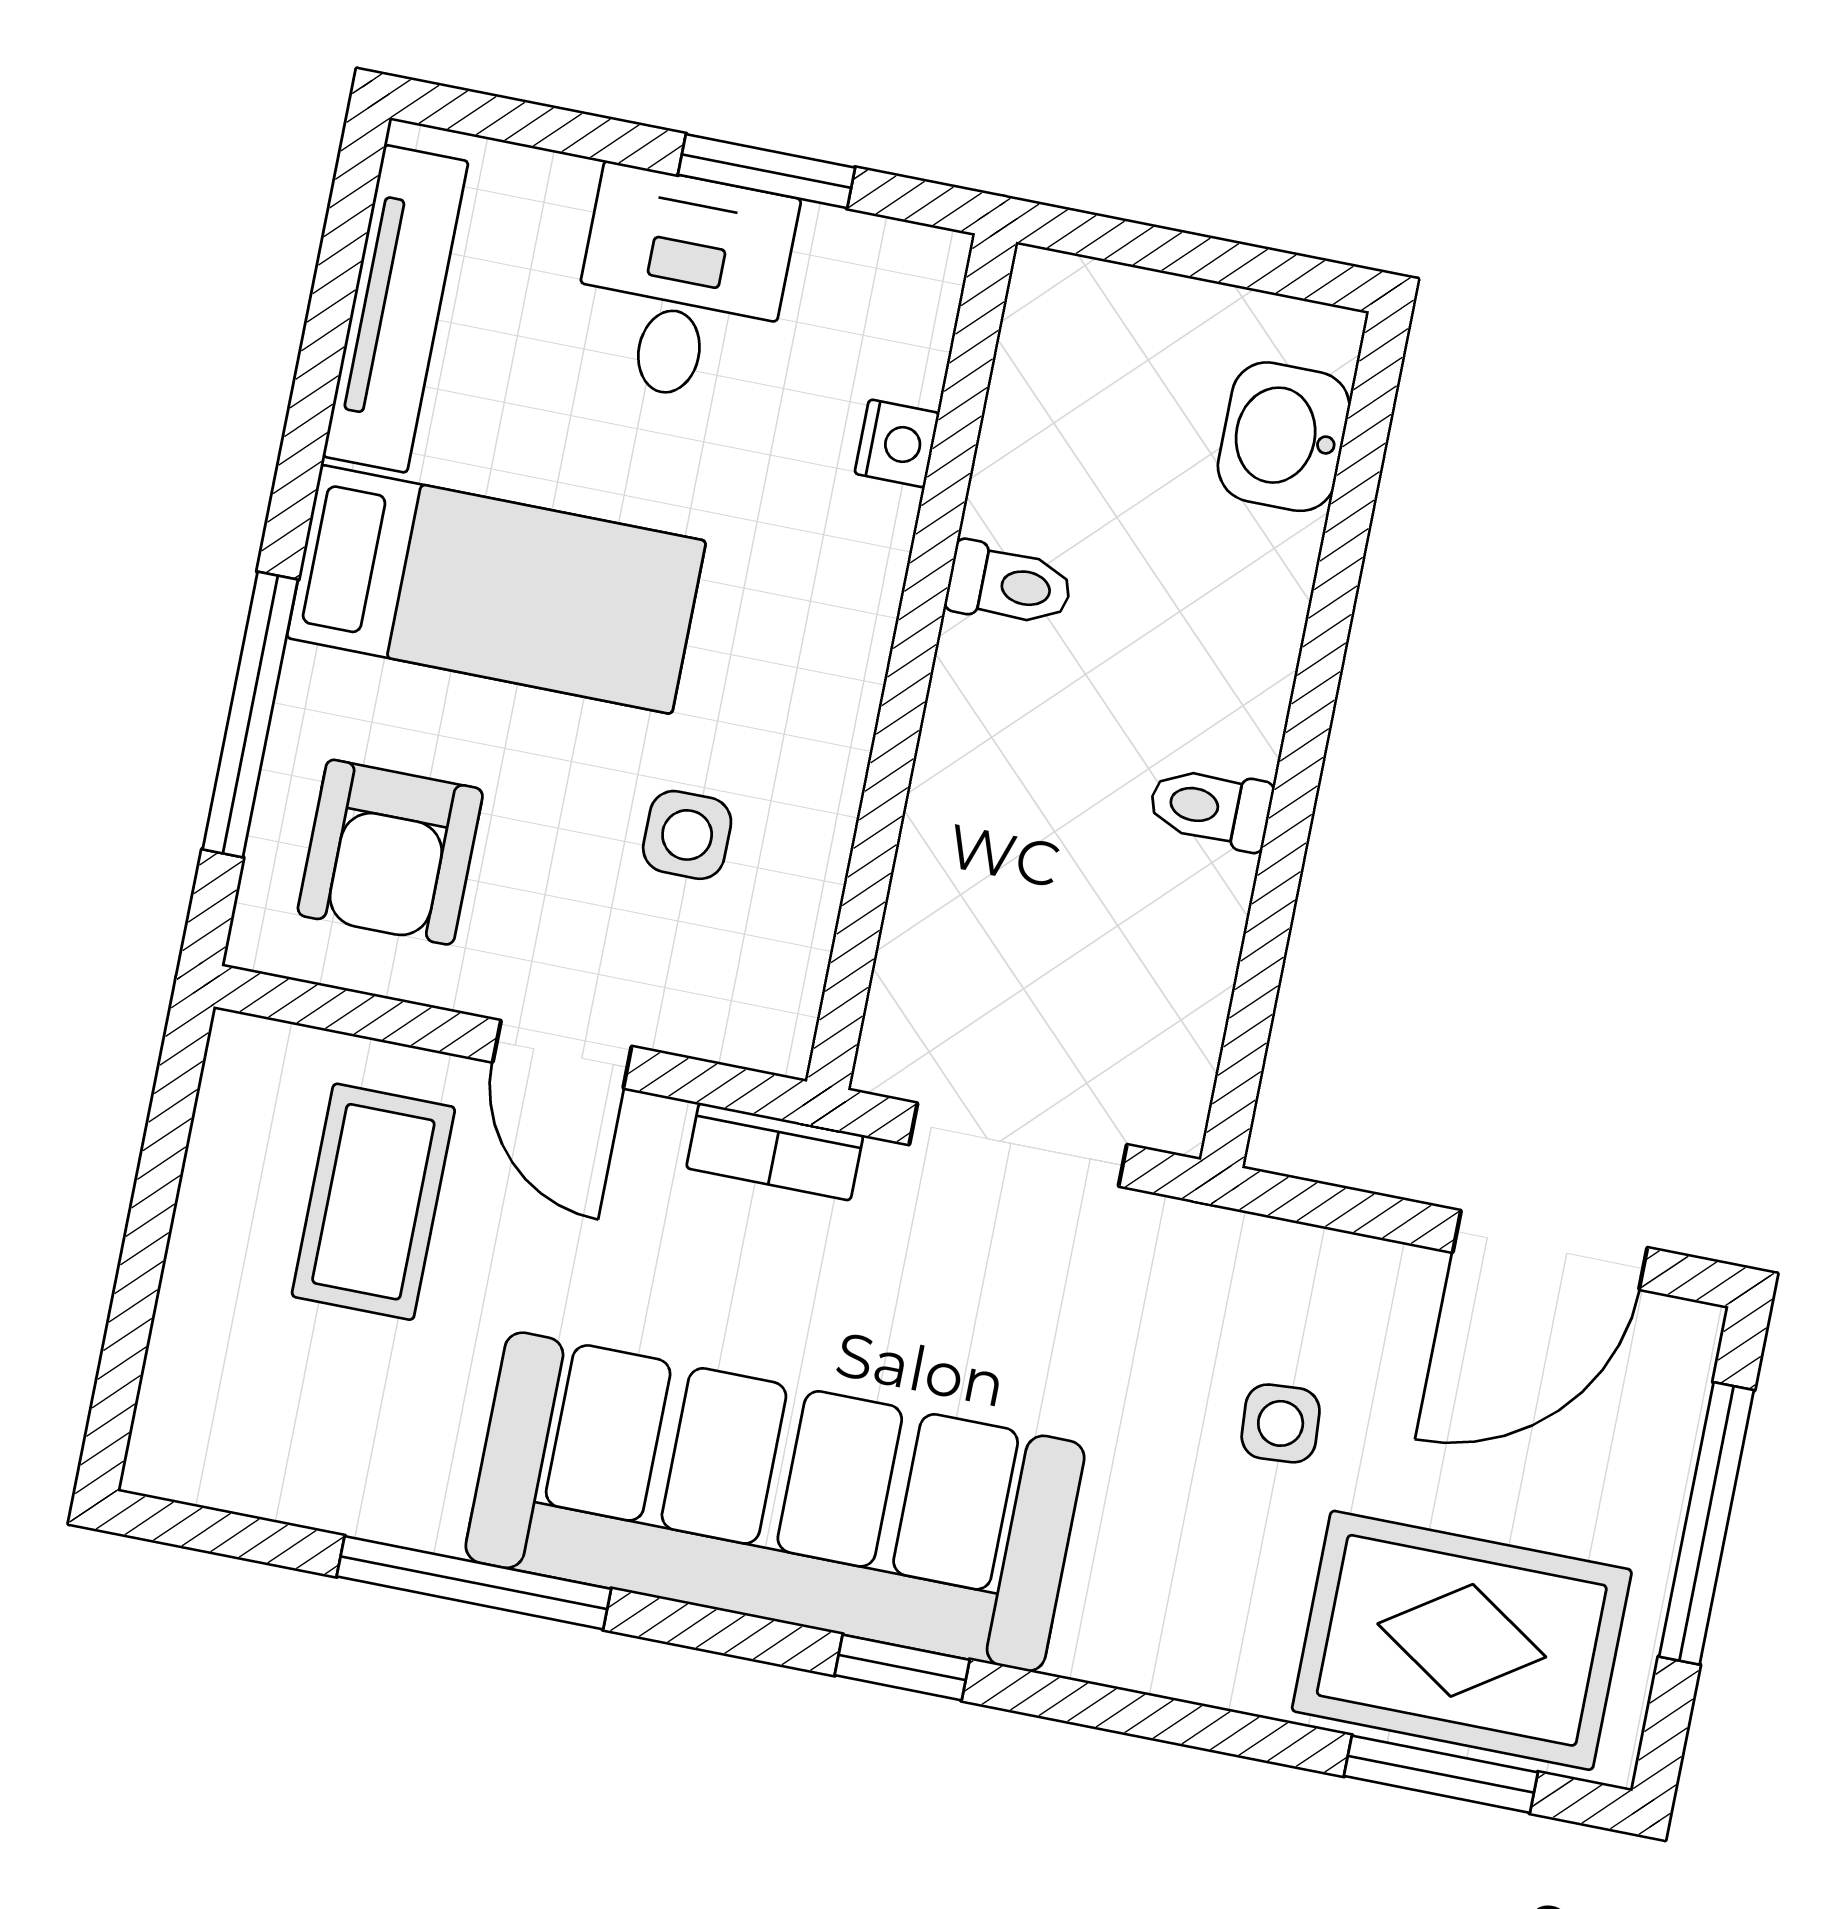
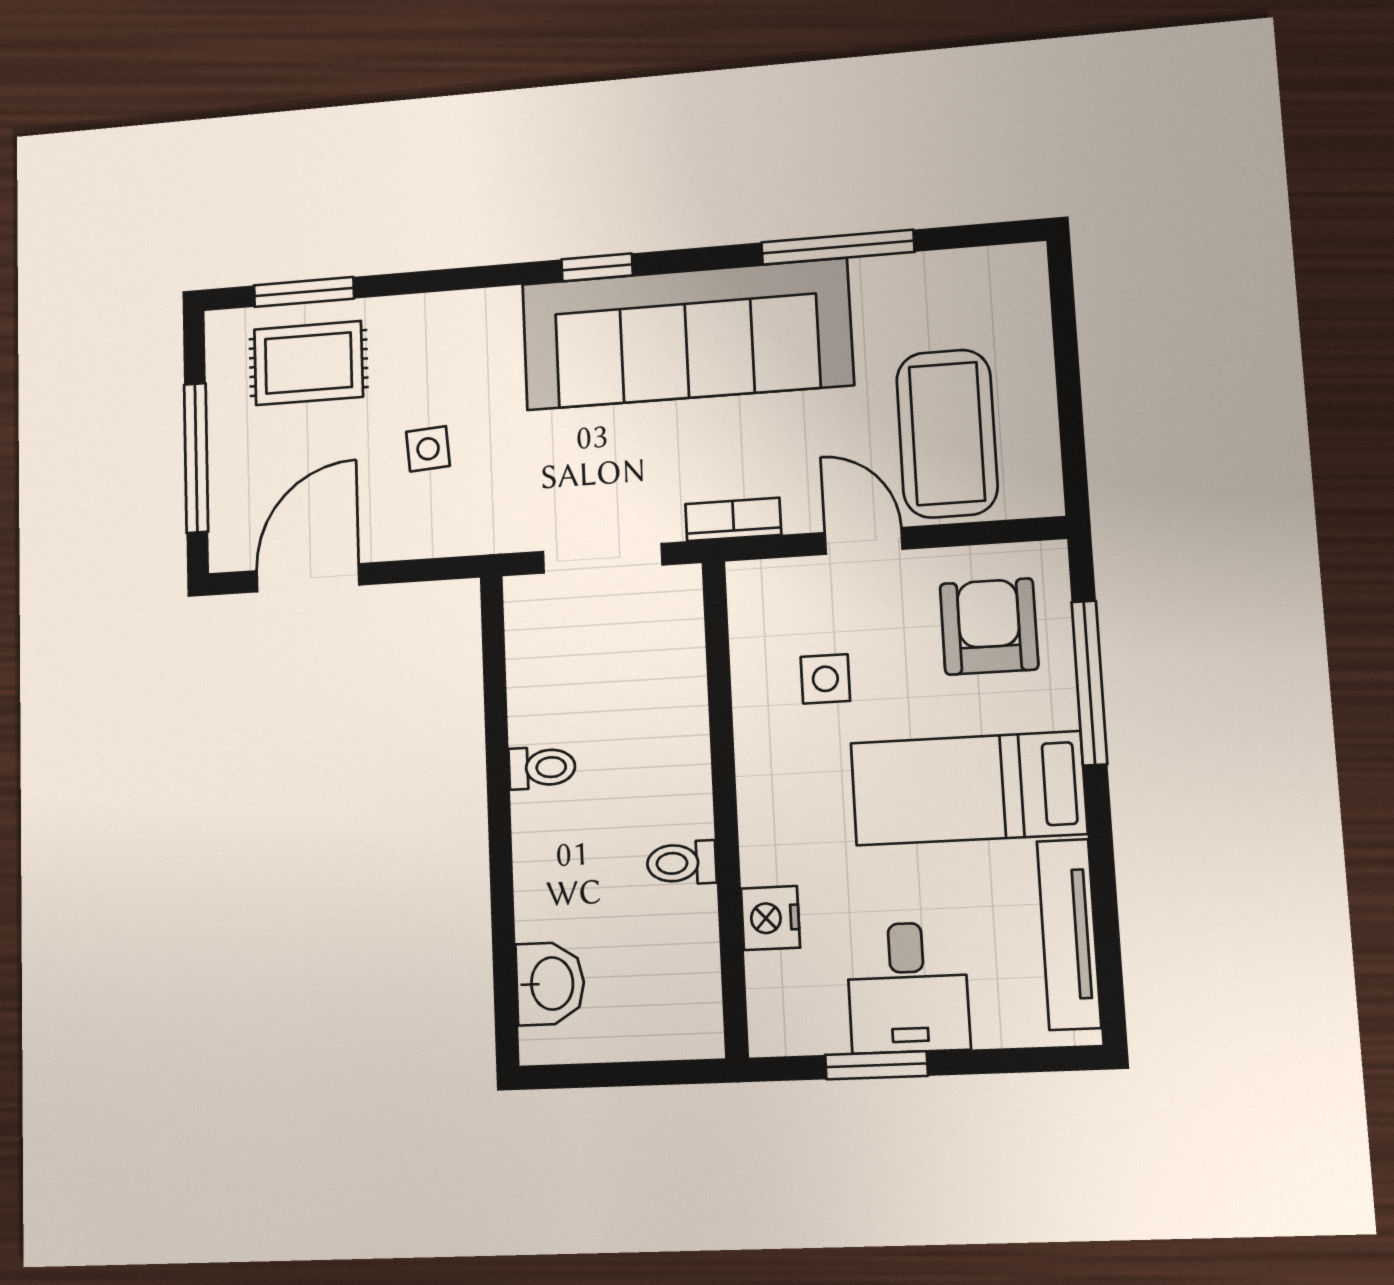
nightstand: (897, 443) -> (770, 918), width x1.39, depth x1.35
coffee table: (373, 1202) -> (947, 434), width x1.36, depth x1.32
rug: (1462, 1640) -> (308, 363), width x0.73, depth x0.70

